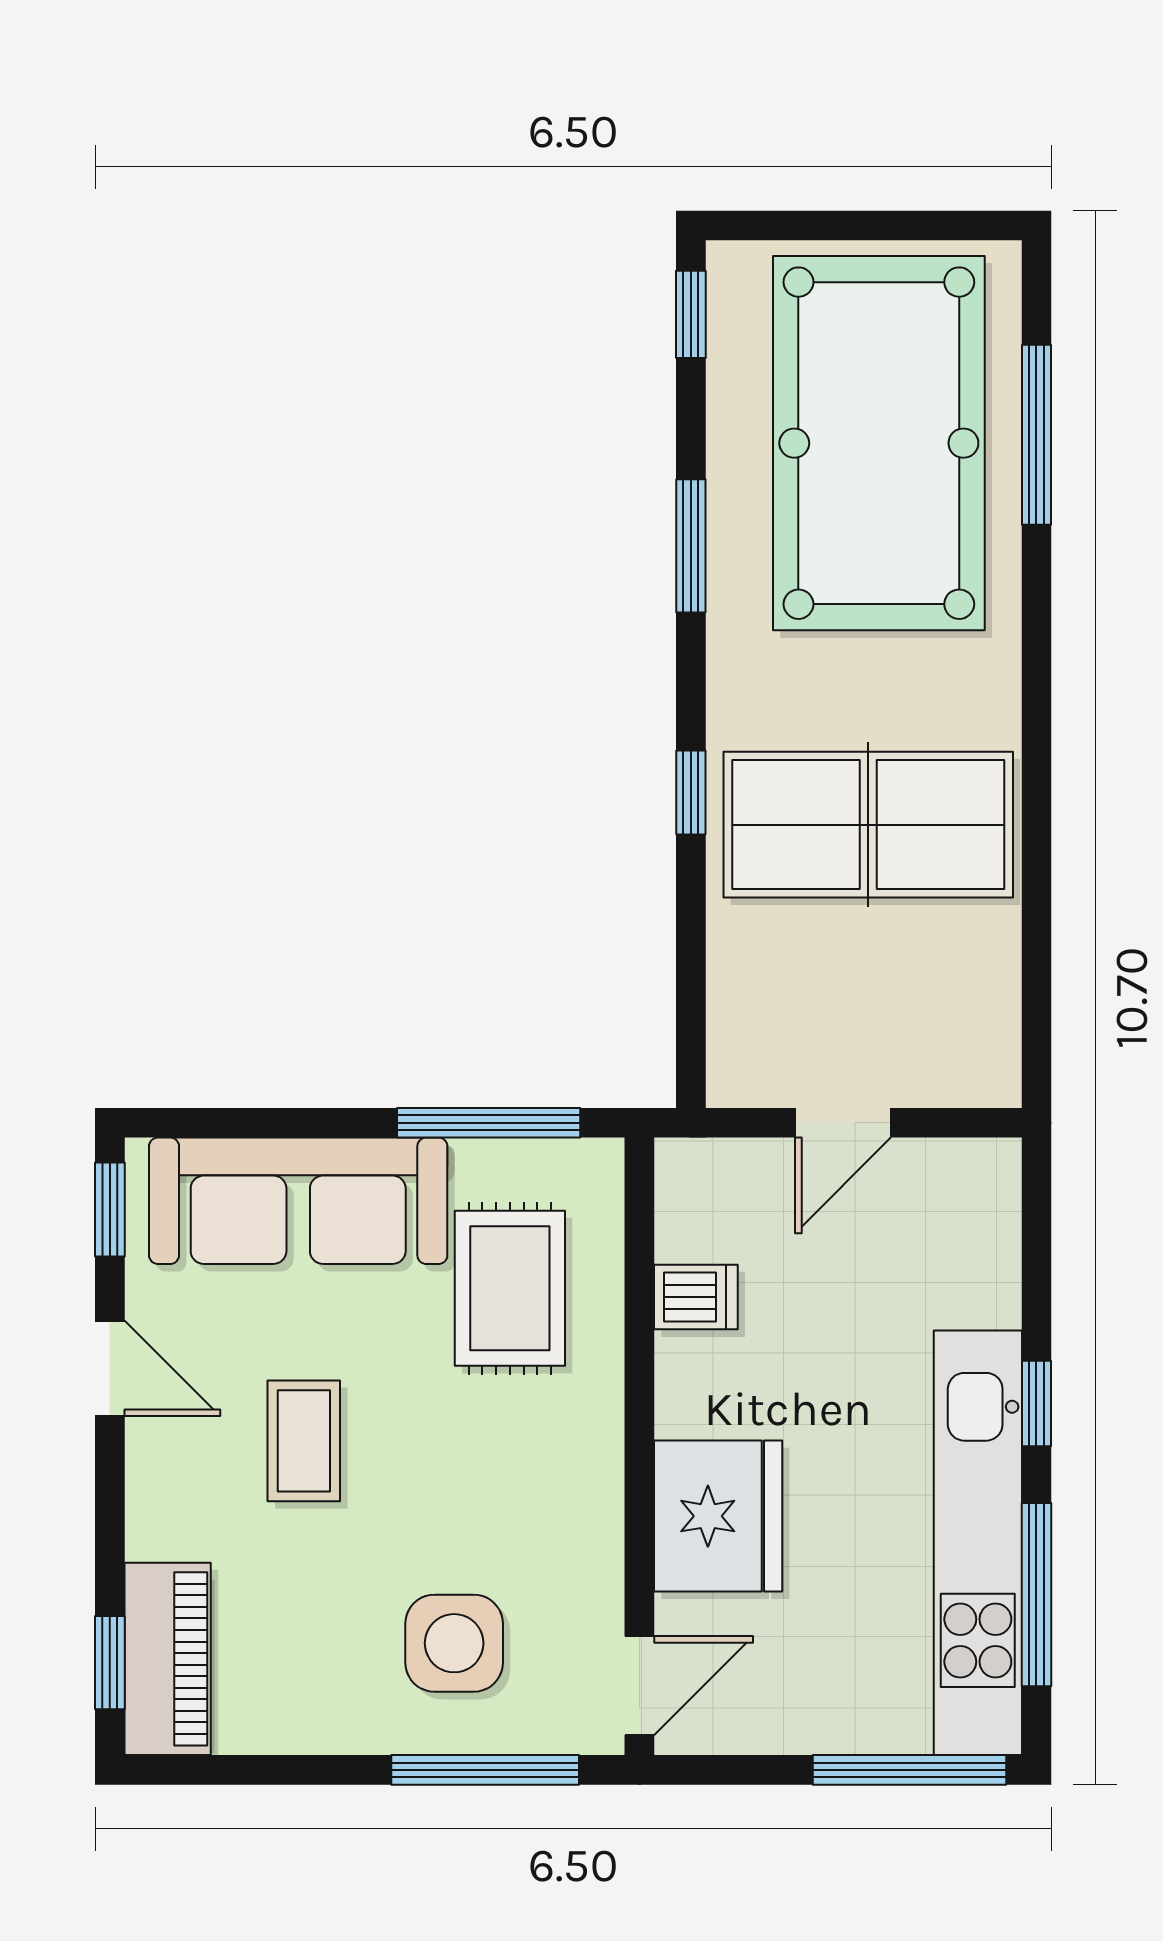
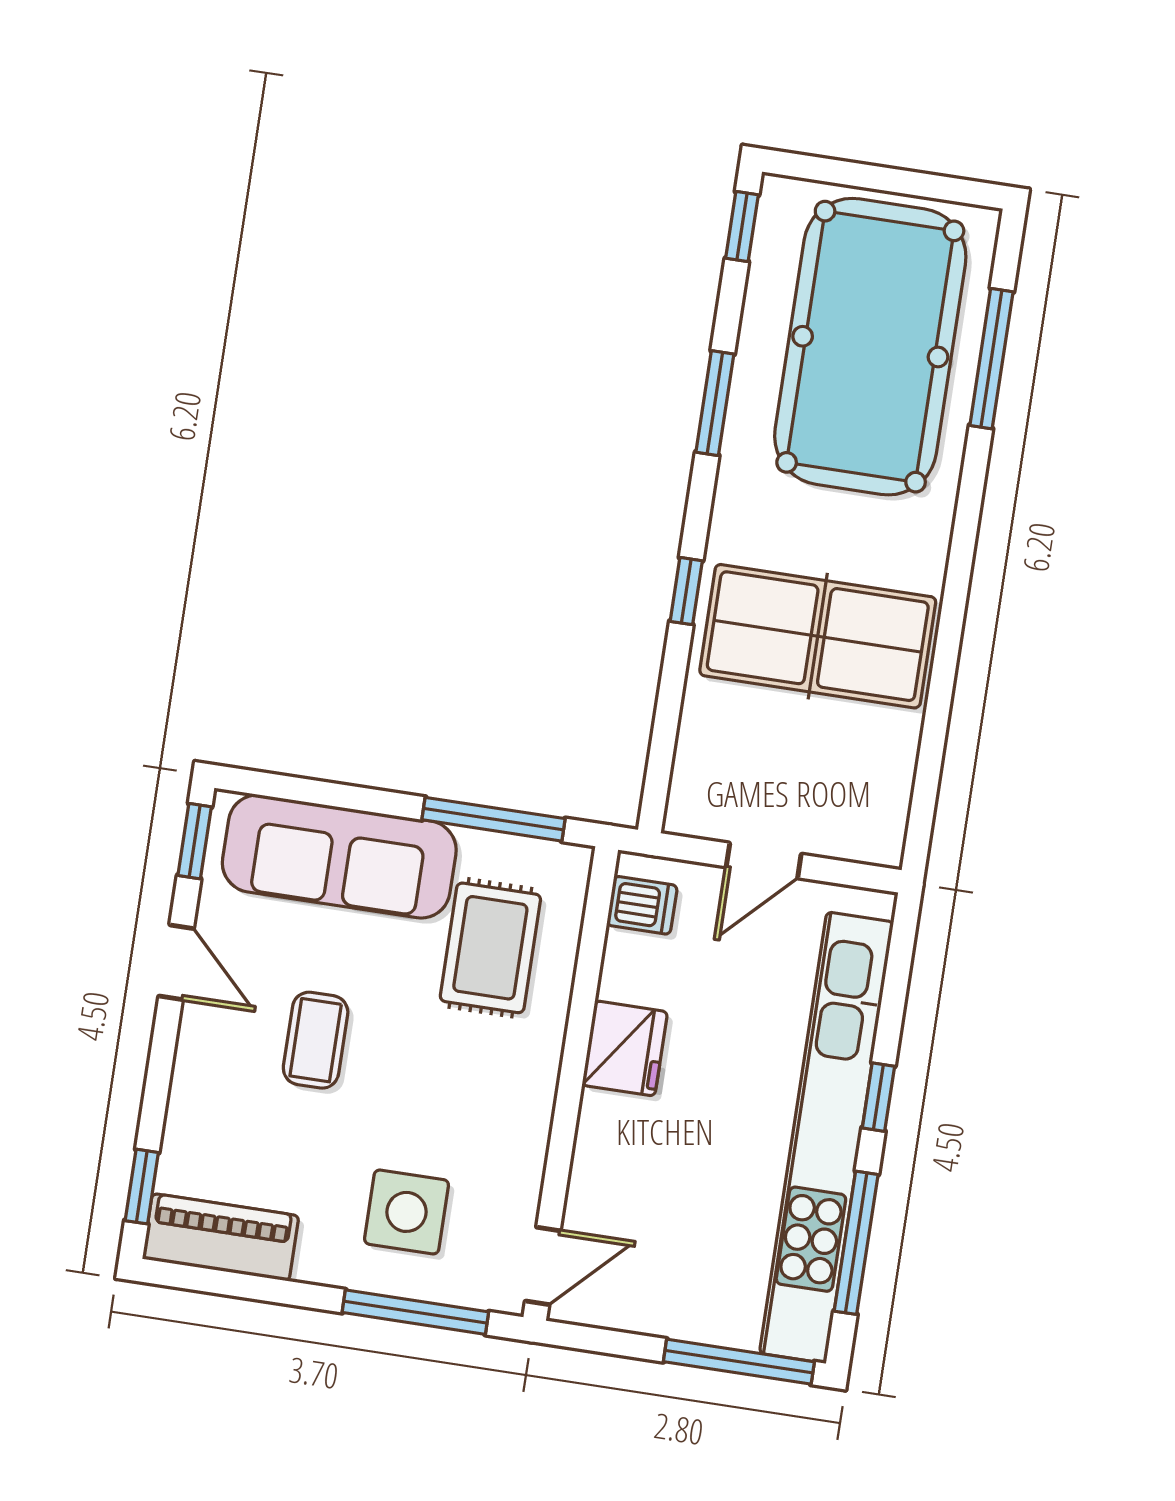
dishwasher: (696, 1297) -> (642, 905), moved
fridge: (718, 1516) -> (625, 1048), moved, width x0.73, depth x0.75
kitchen unit: (978, 1543) -> (827, 1138), width x1.36
piano: (168, 1659) -> (221, 1237), moved, turned -90

